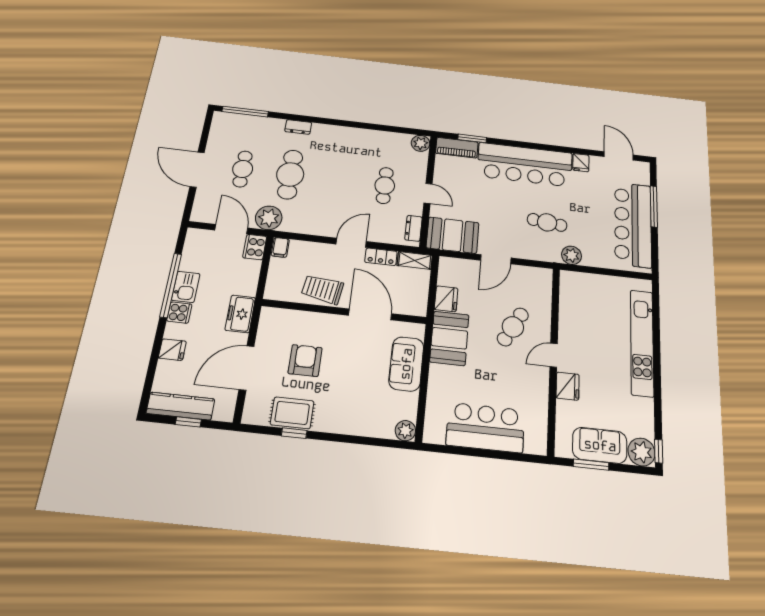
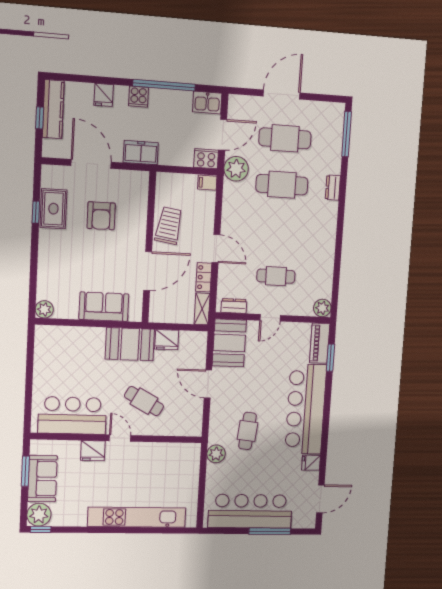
cafe table: (243, 169) -> (285, 138), width x1.37, depth x1.35
kitchen sink: (186, 287) -> (207, 103), moved
armchair: (305, 361) -> (101, 216), turned 90
bar counter: (485, 428) -> (72, 416), moved, turned -90

